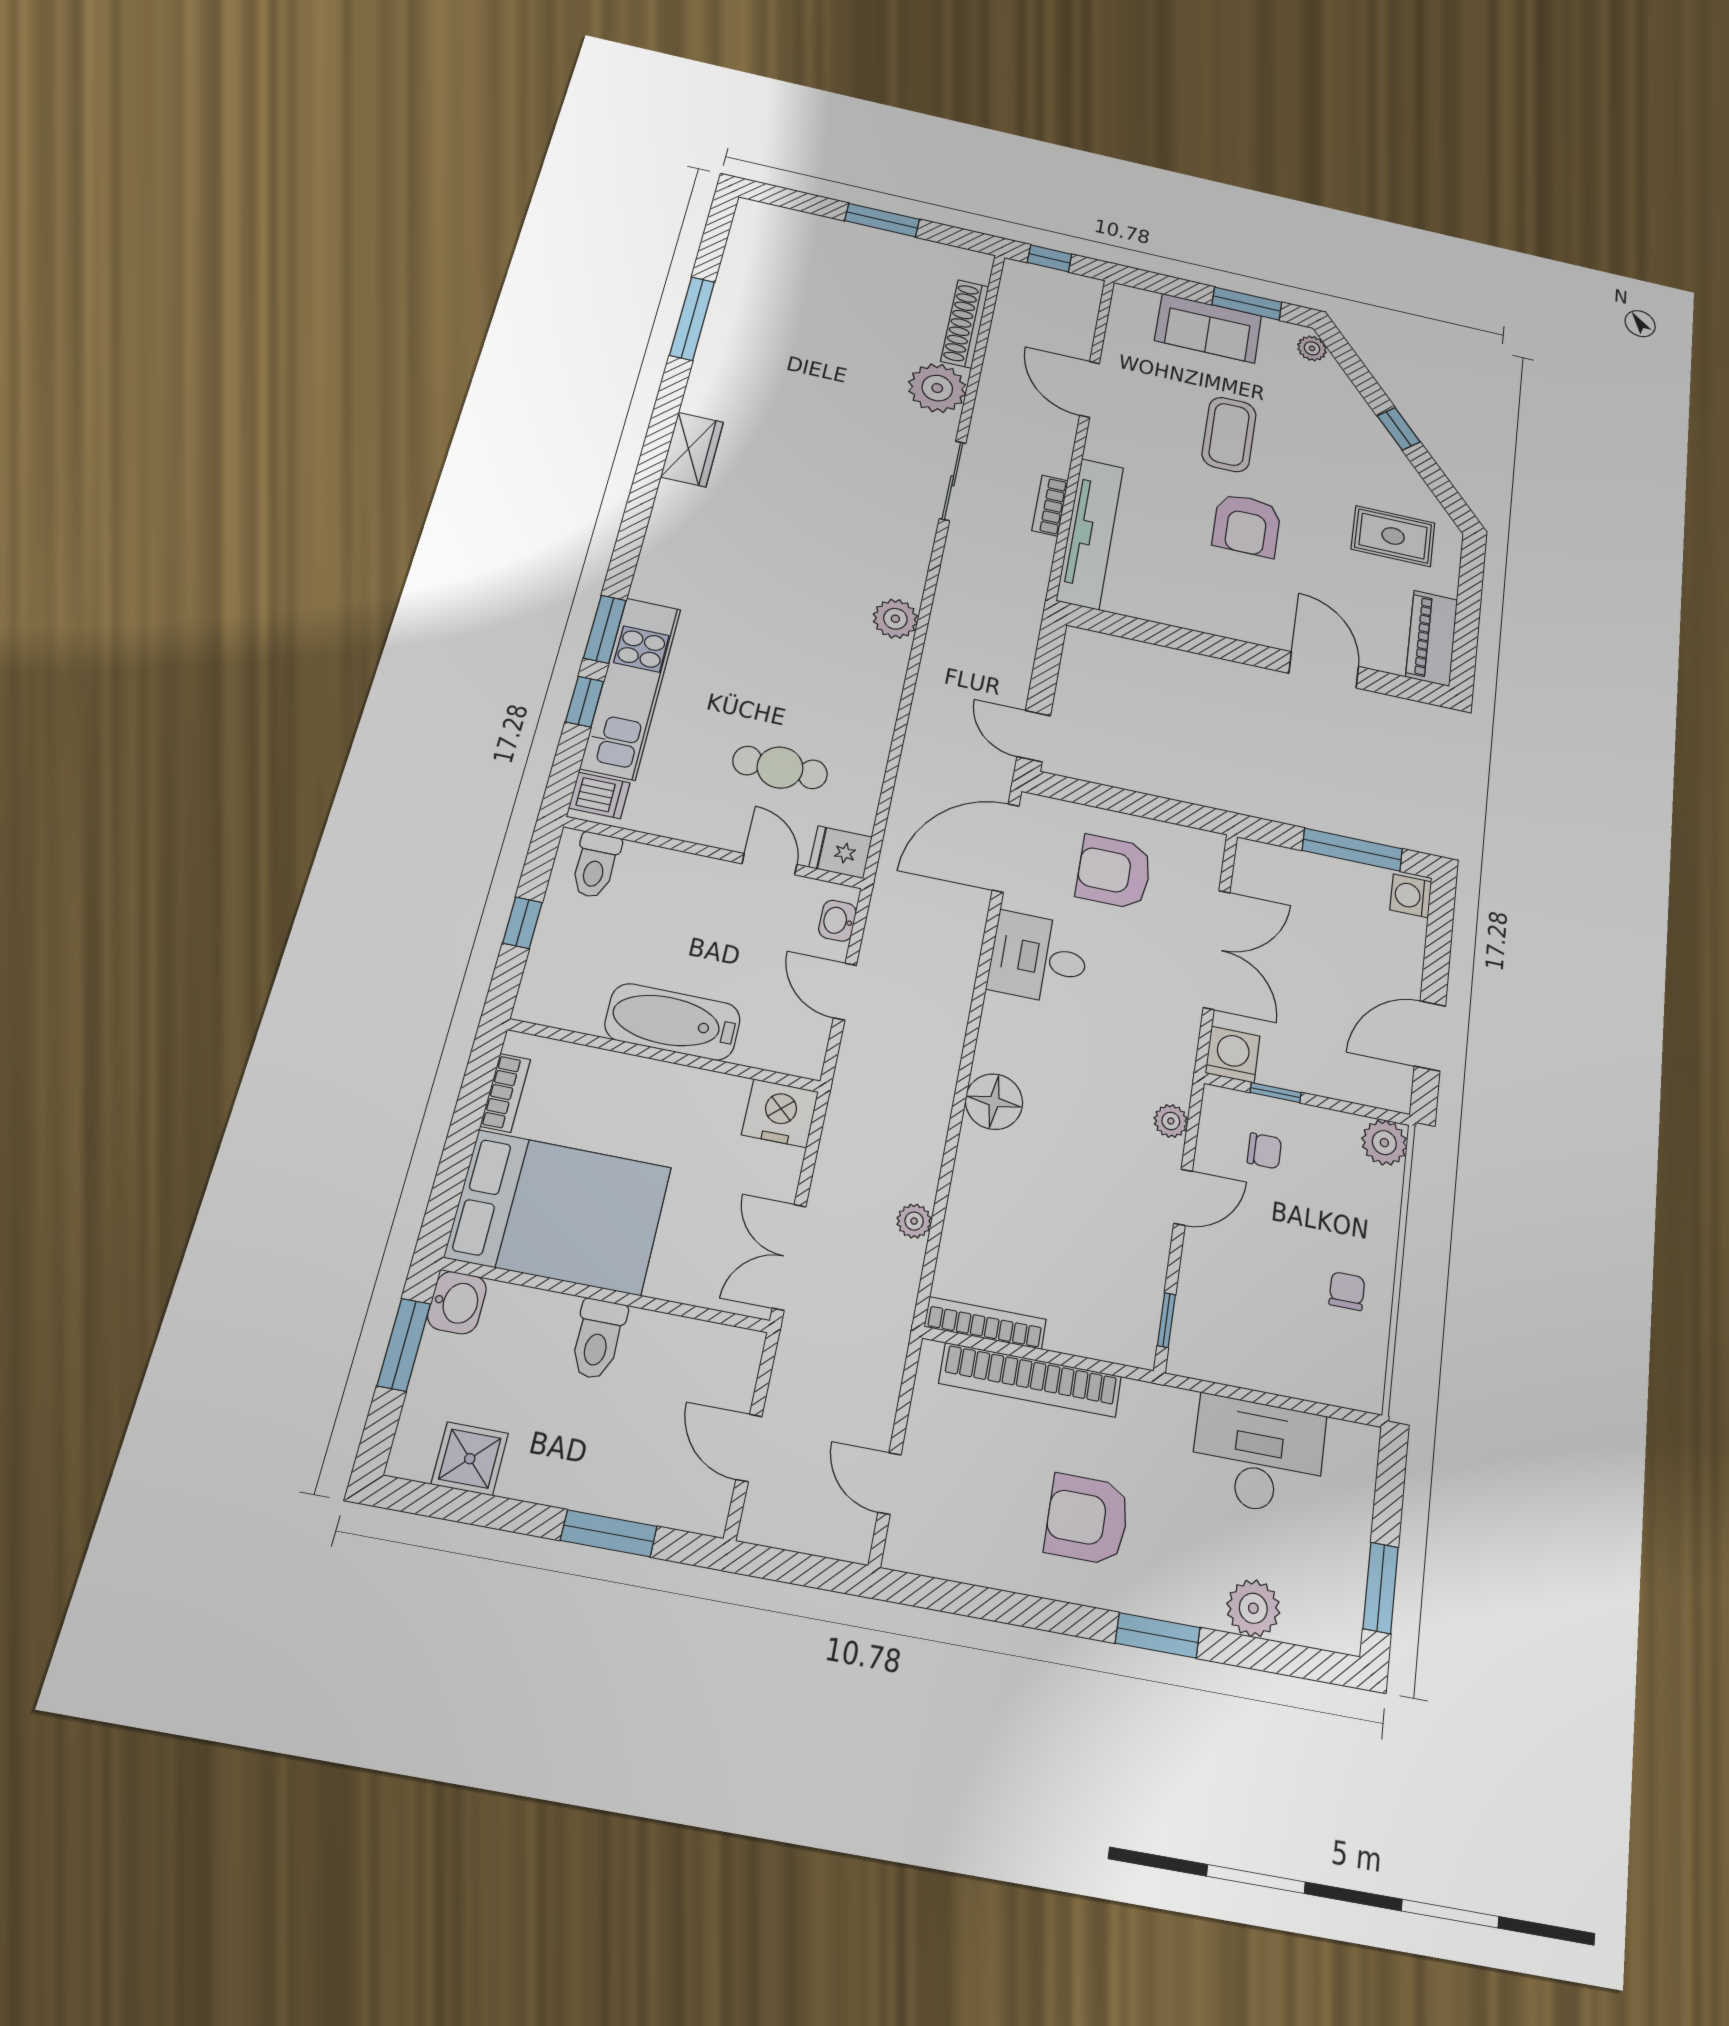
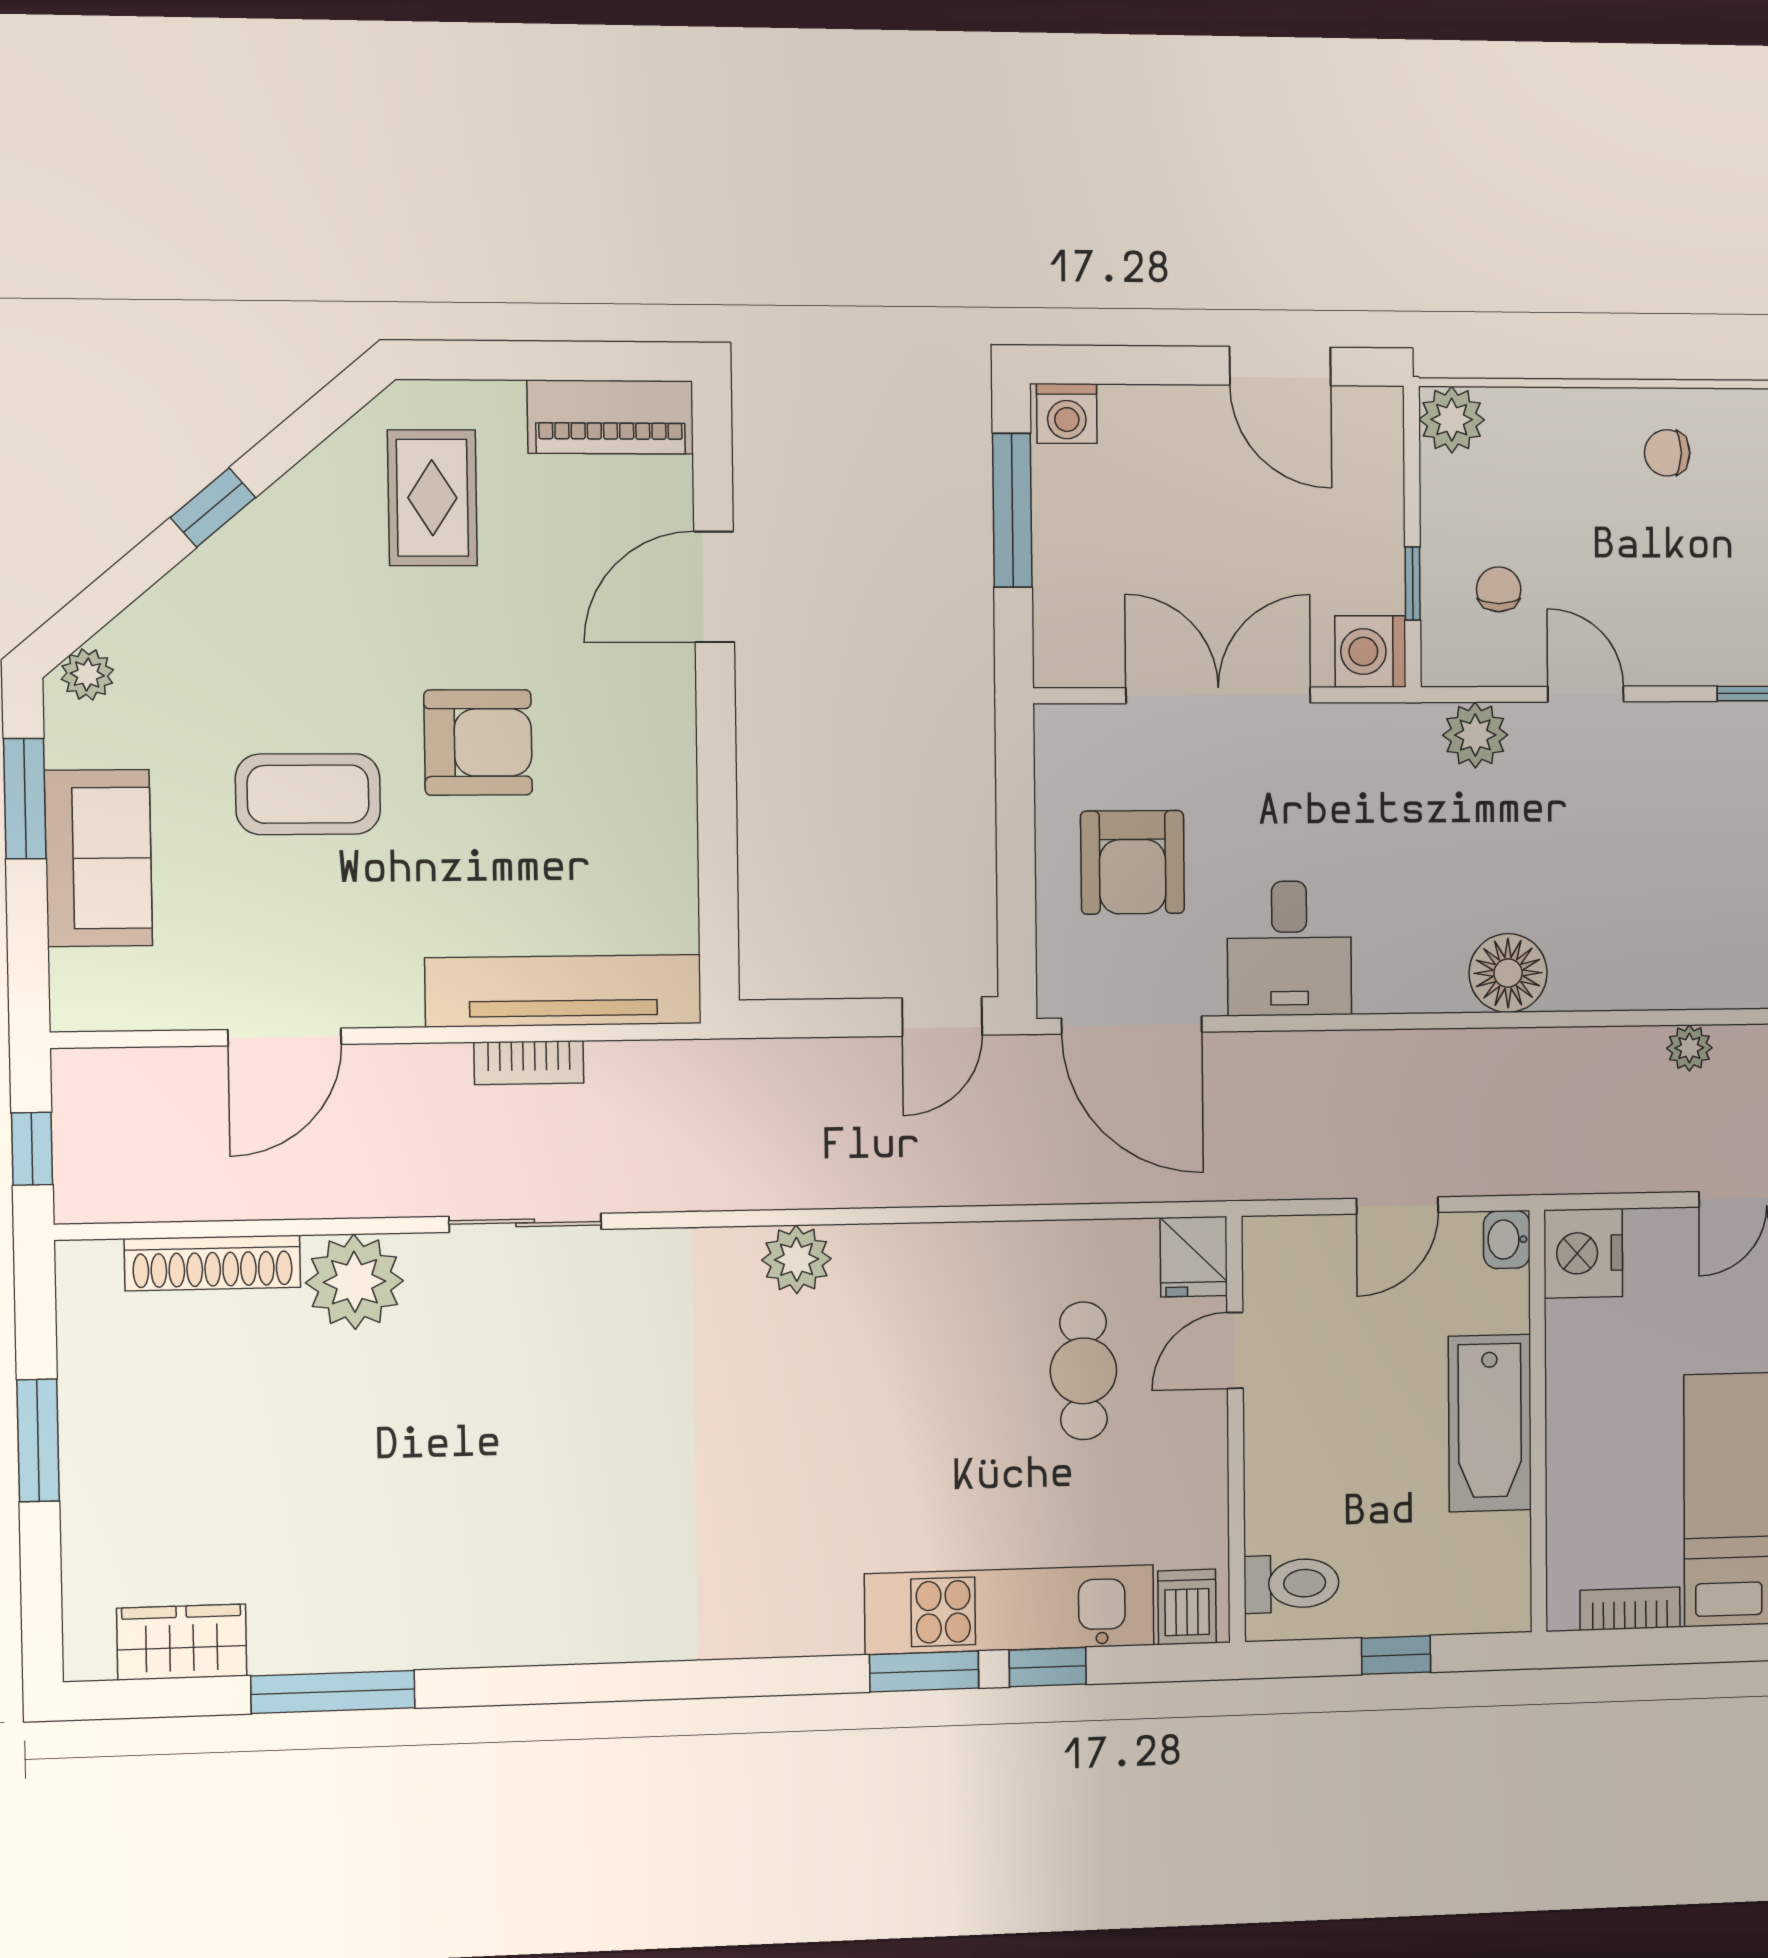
wardrobe: (692, 450) -> (182, 1642), moved
washbasin: (837, 921) -> (1507, 1240), moved, turned 90
plant: (1171, 1121) -> (1475, 735), width x1.38, depth x1.38

